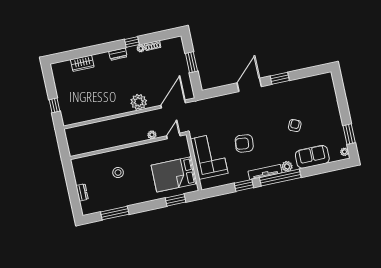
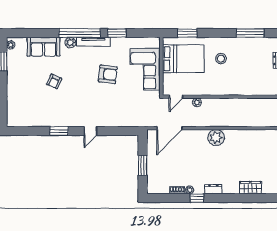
door: (249, 85) -> (90, 131), width x0.53
plant: (139, 102) -> (216, 138), moved
stool: (118, 173) -> (221, 59), moved

